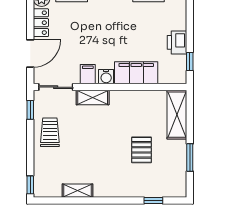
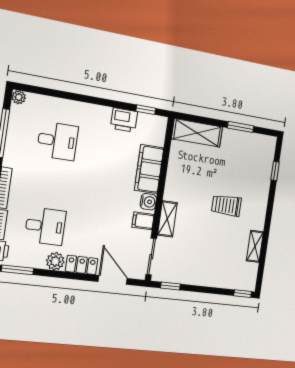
trolley: (50, 132) -> (226, 205), moved
pallet: (141, 150) -> (226, 175), removed

